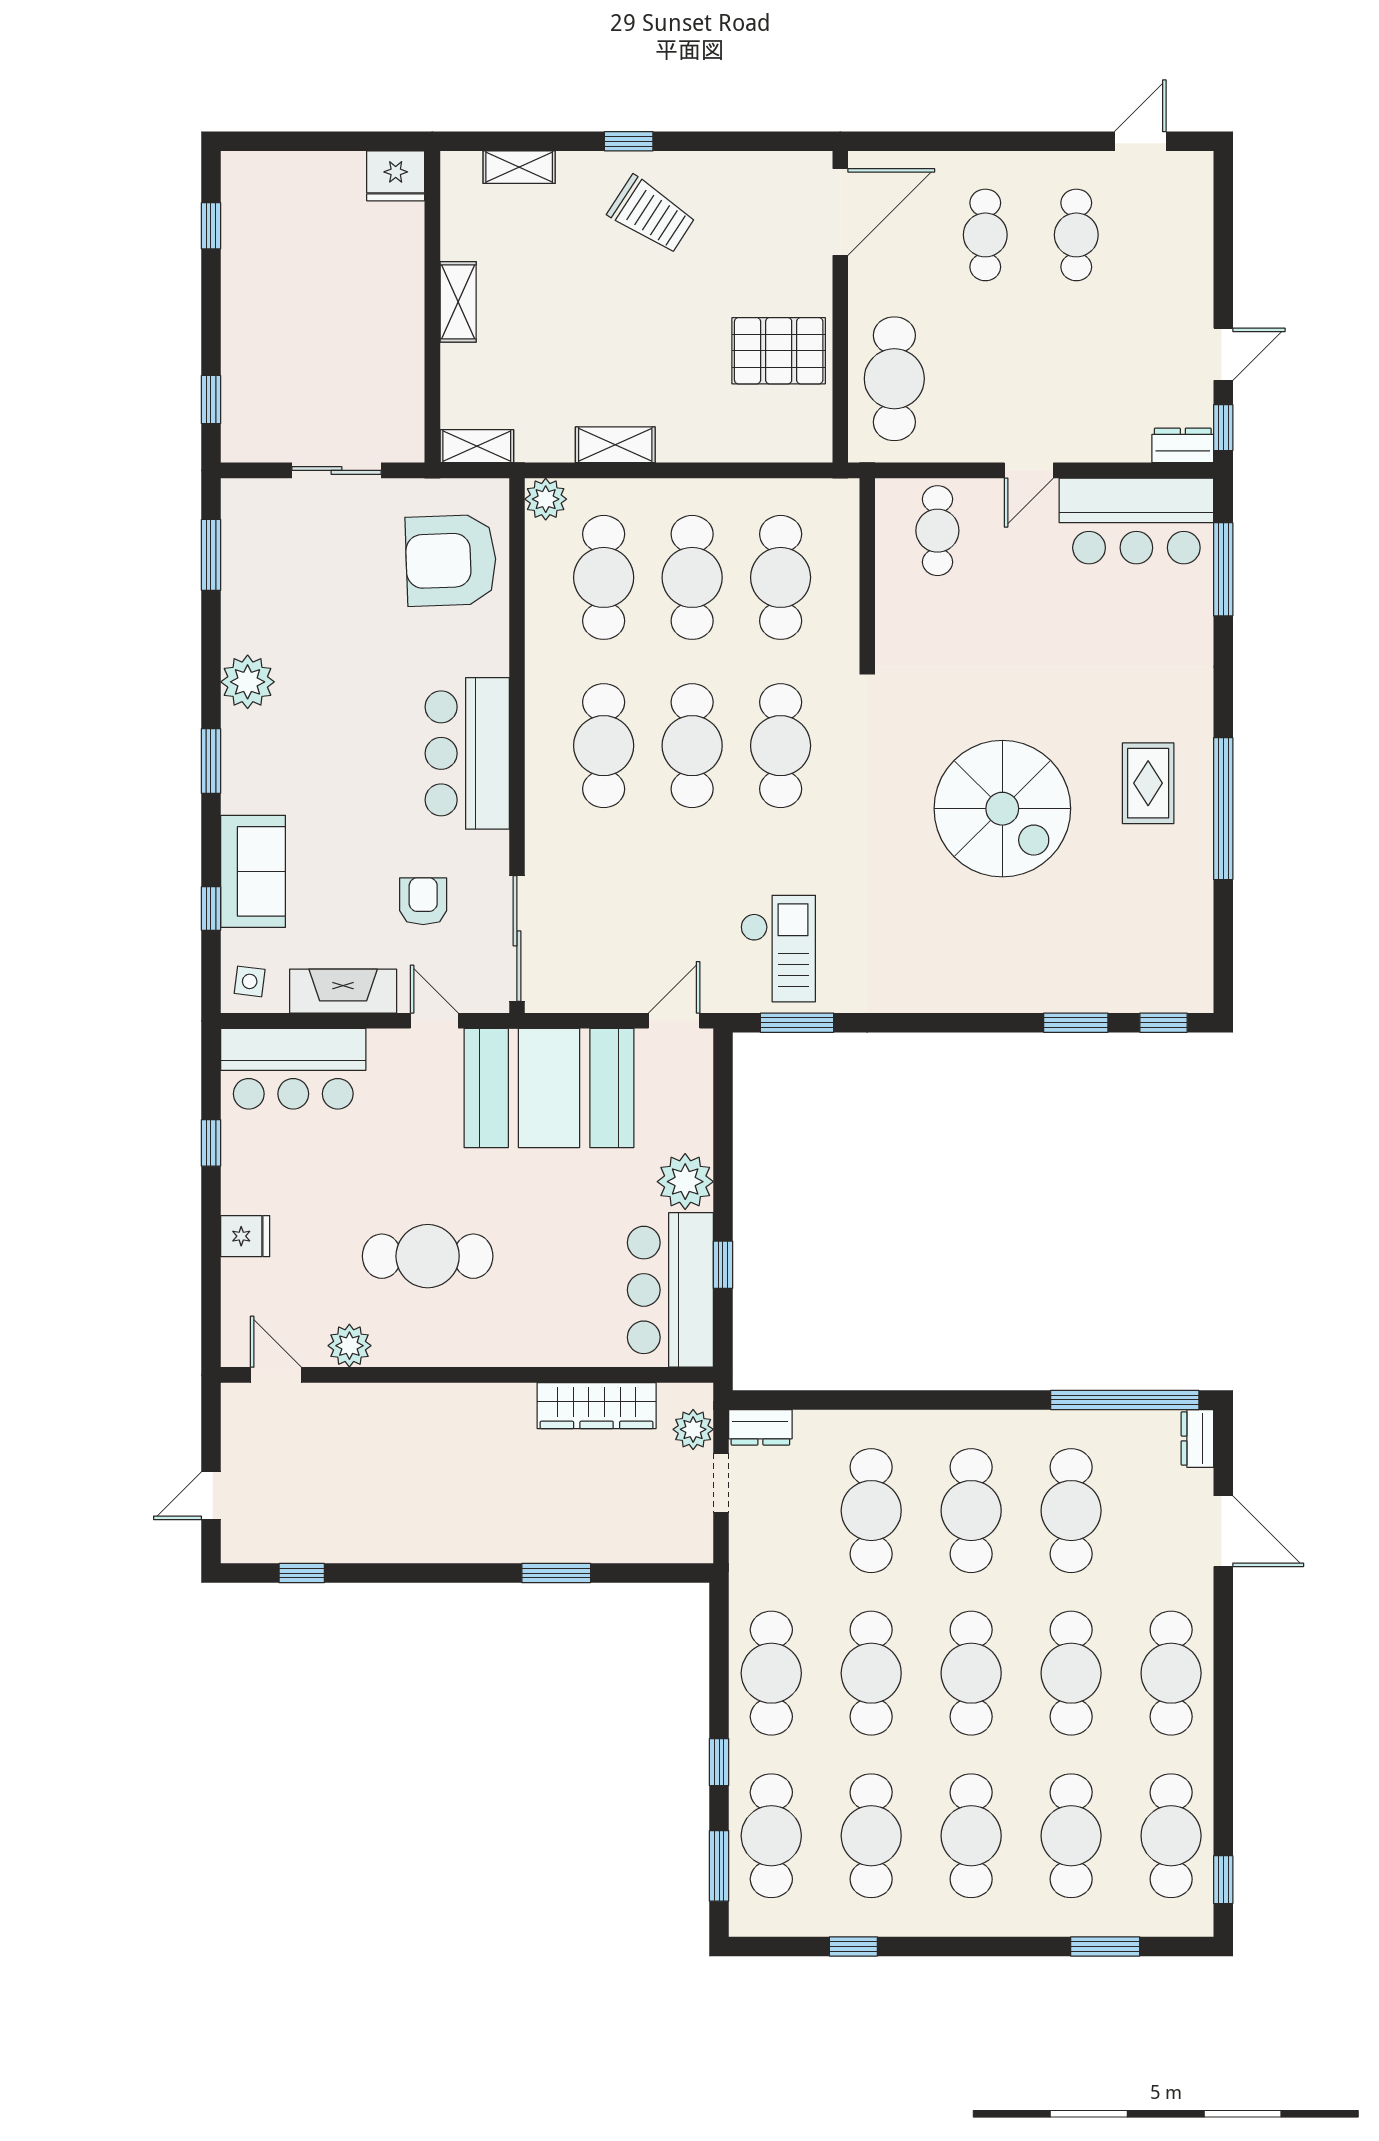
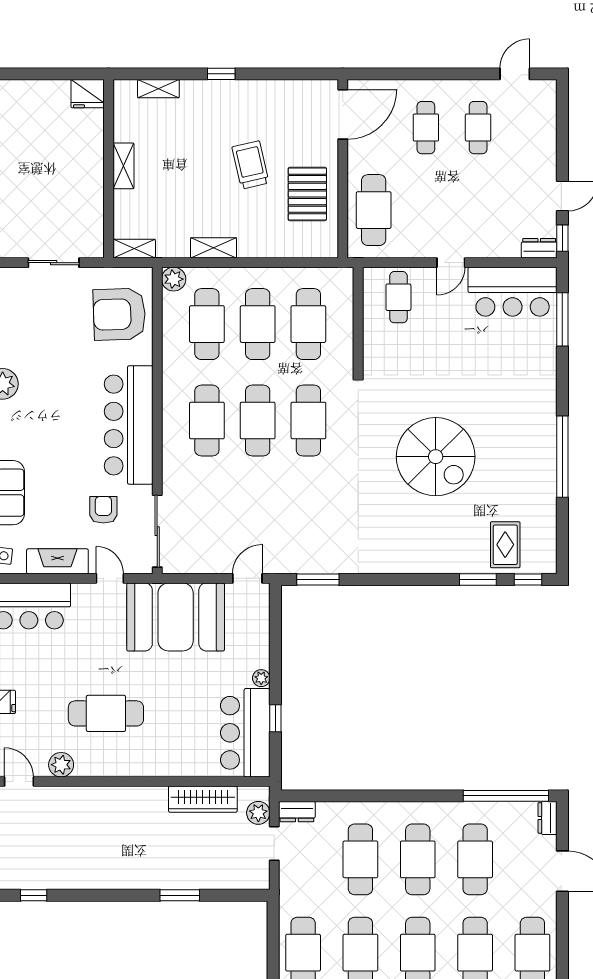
trolley: (652, 215) -> (250, 165), moved, turned -136
pallet: (779, 351) -> (307, 194), turned 90
bar counter: (467, 753) -> (129, 425), width x1.36
rug: (1148, 783) -> (505, 545), moved
checkout: (778, 949) -> (307, 537), removed
plant: (685, 1182) -> (261, 678), width x0.53, depth x0.53

